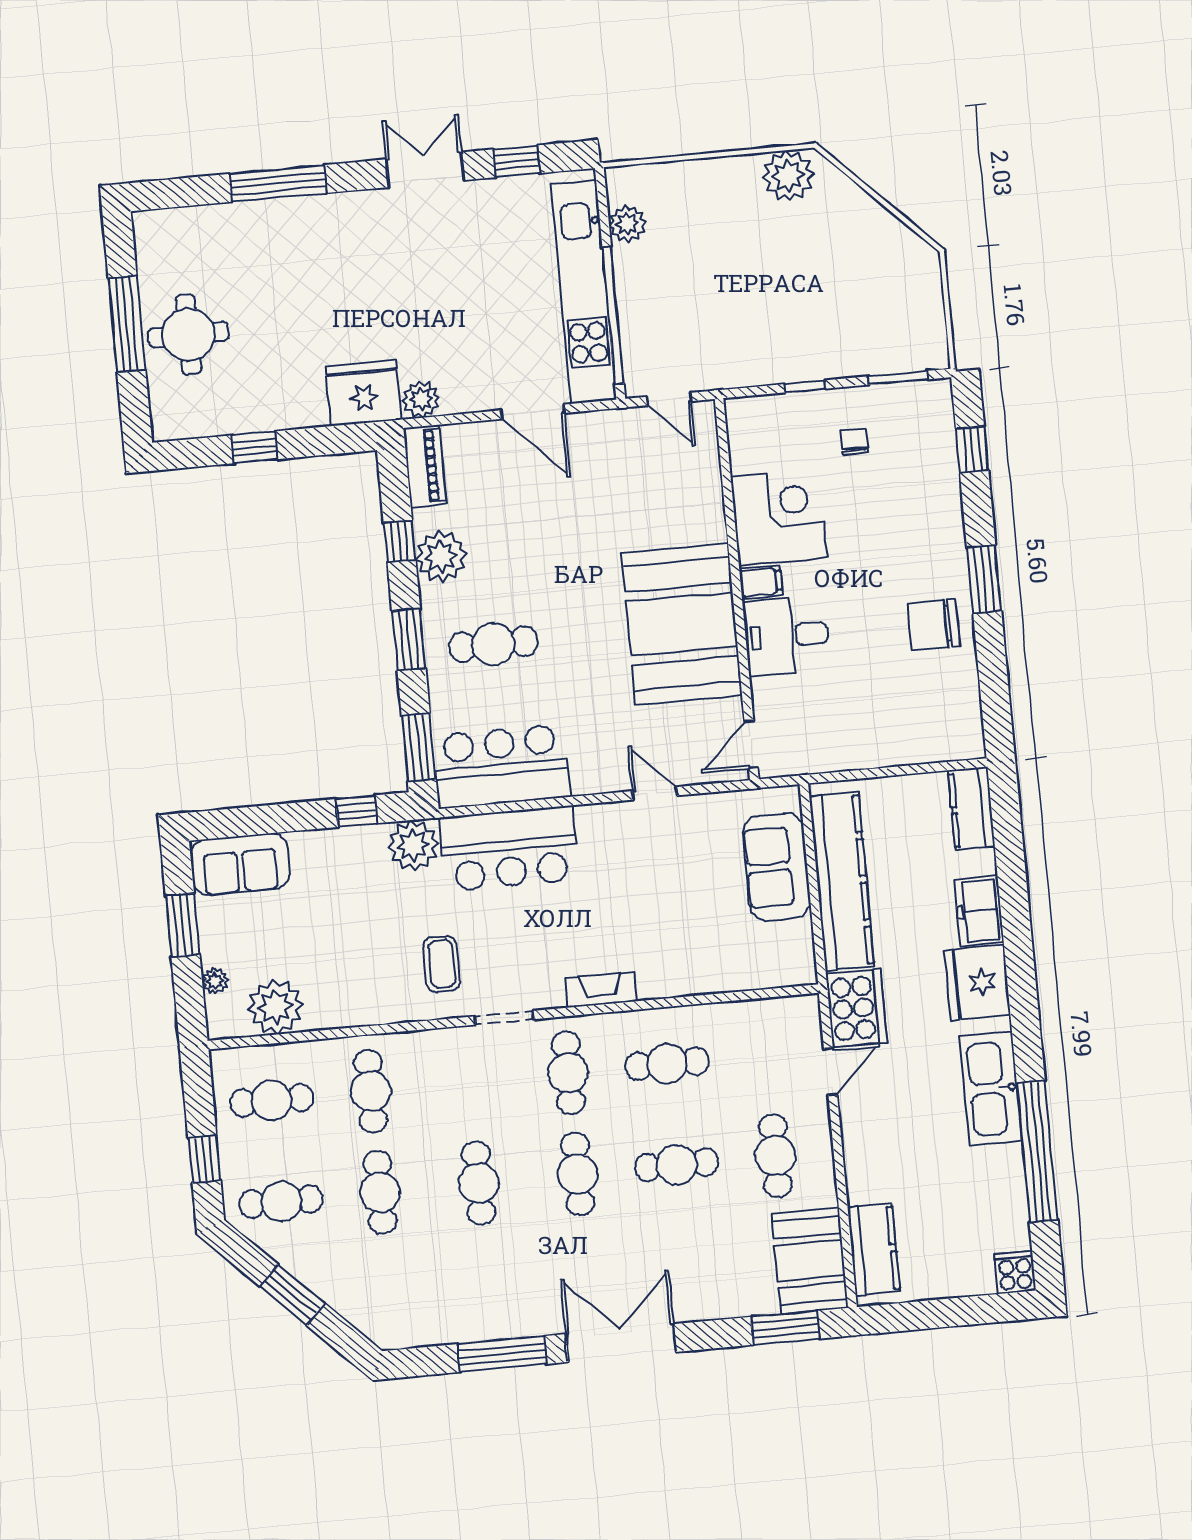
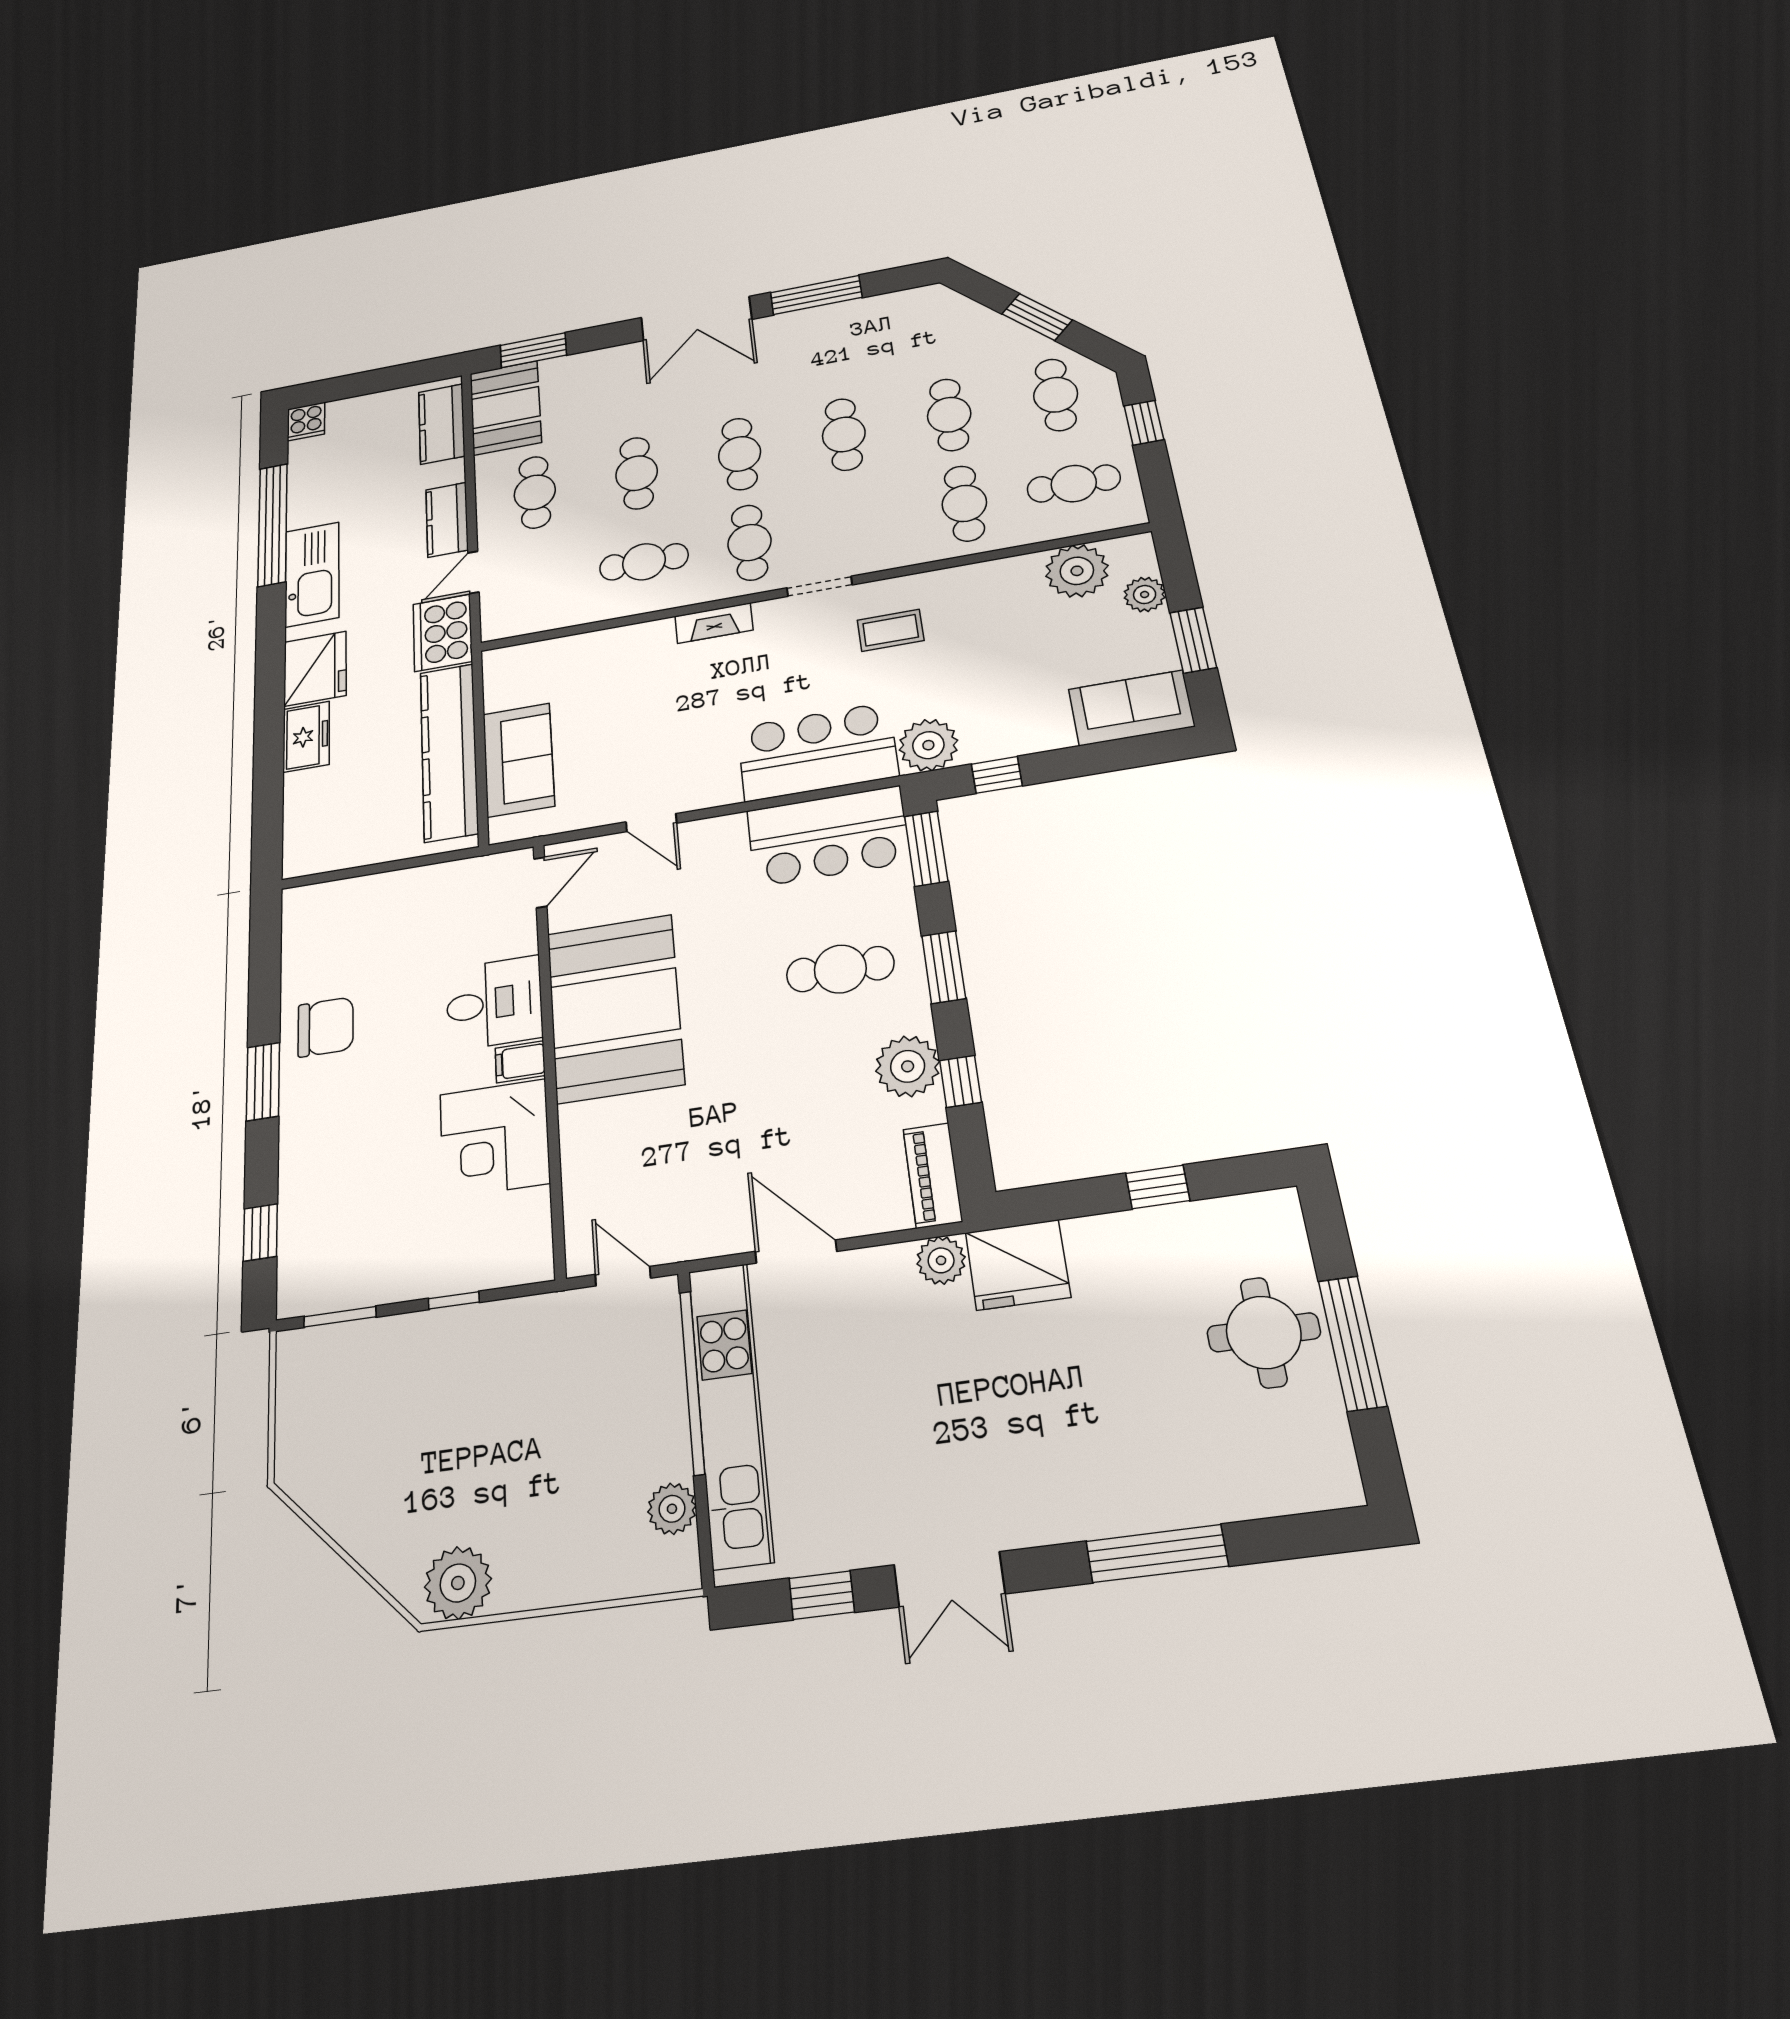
chair: (855, 442) -> (399, 1235), removed
kitchen counter: (972, 809) -> (447, 520), moved, turned 180
coffee table: (442, 964) -> (891, 630), turned 90
plant: (215, 981) -> (1145, 595), width x1.38, depth x1.38
cafe table: (677, 1165) -> (637, 473), turned 90
cafe table: (281, 1202) -> (1056, 395), turned 90

